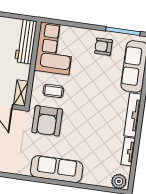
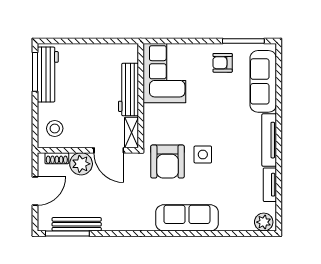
workbench: (26, 41) -> (128, 89), moved
coffee table: (53, 91) -> (170, 125), removed
side table: (77, 119) -> (203, 154), added

